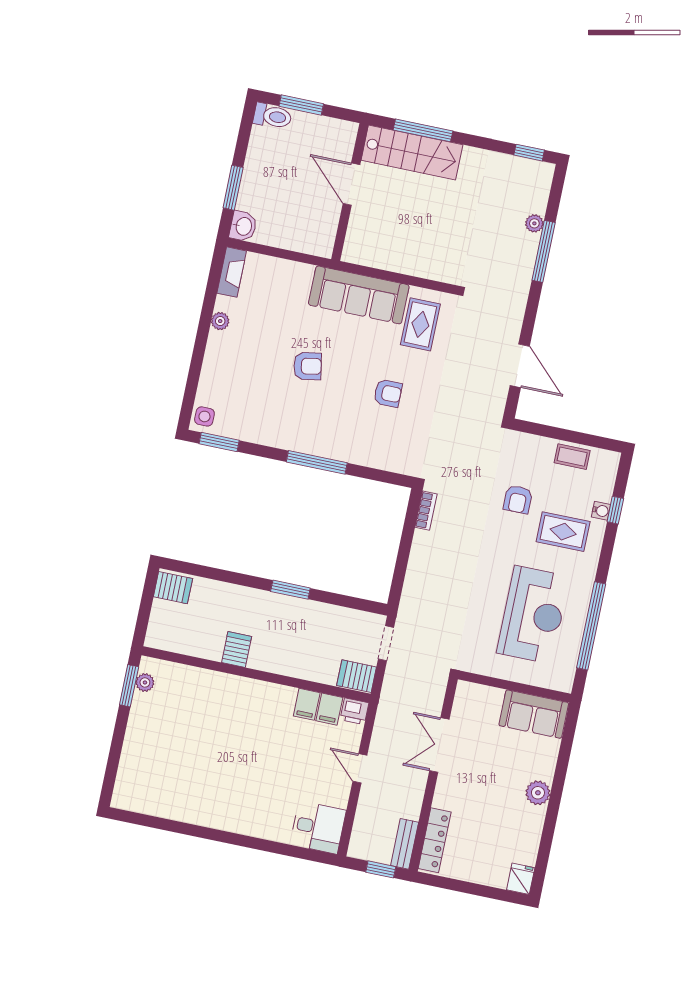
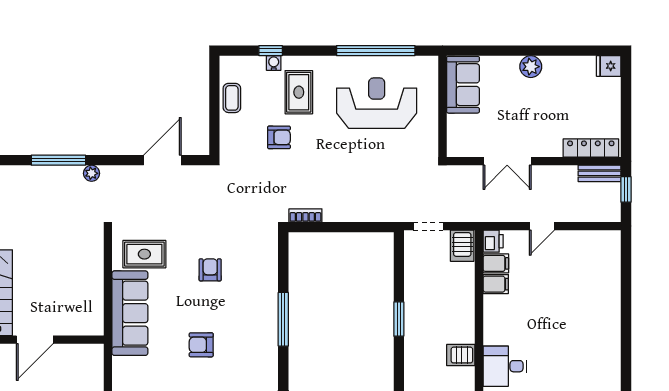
plant: (534, 223) -> (92, 173), moved
armchair: (307, 366) -> (201, 345), turned -80
desk: (318, 827) -> (505, 366), moved, turned -90

